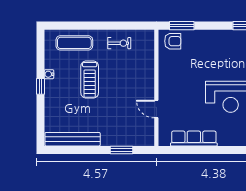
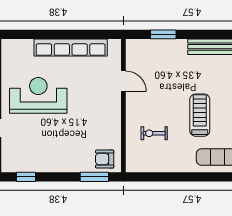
exercise bike: (119, 43) -> (154, 133), moved
row of seats: (194, 139) -> (71, 47), width x1.36

